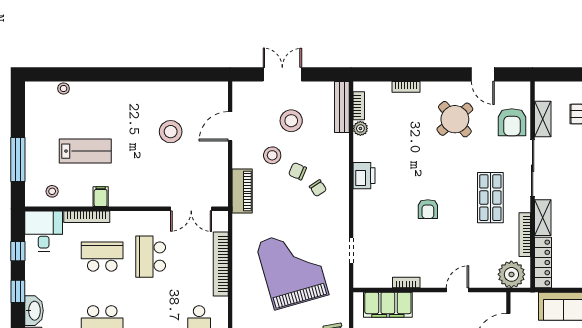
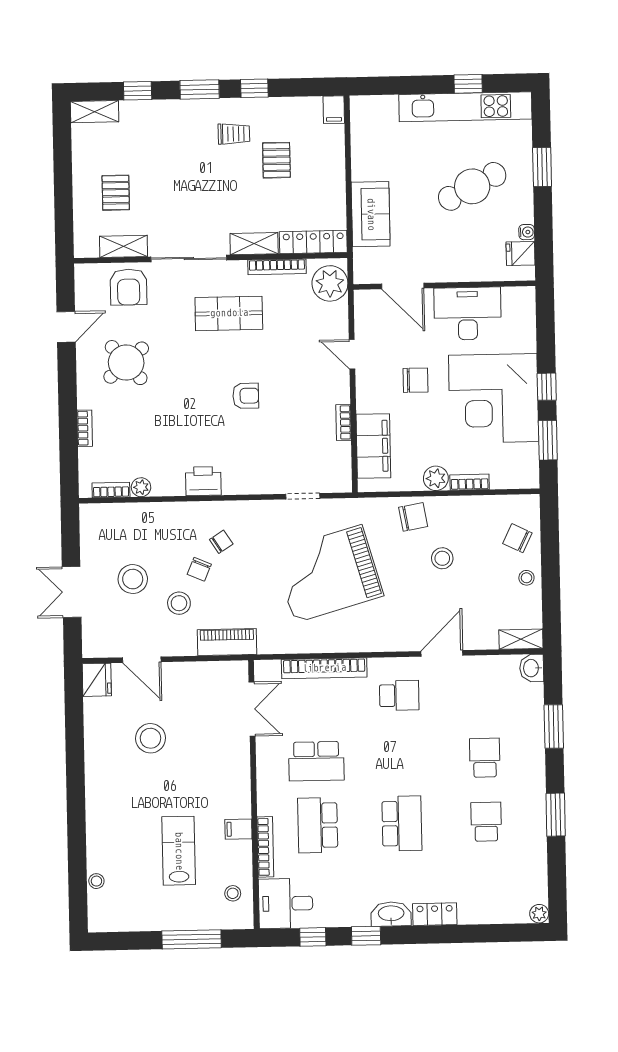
fridge: (216, 92) -> (97, 680), added
bench: (342, 107) -> (113, 512), removed
armchair: (512, 122) -> (129, 287), turned 90

